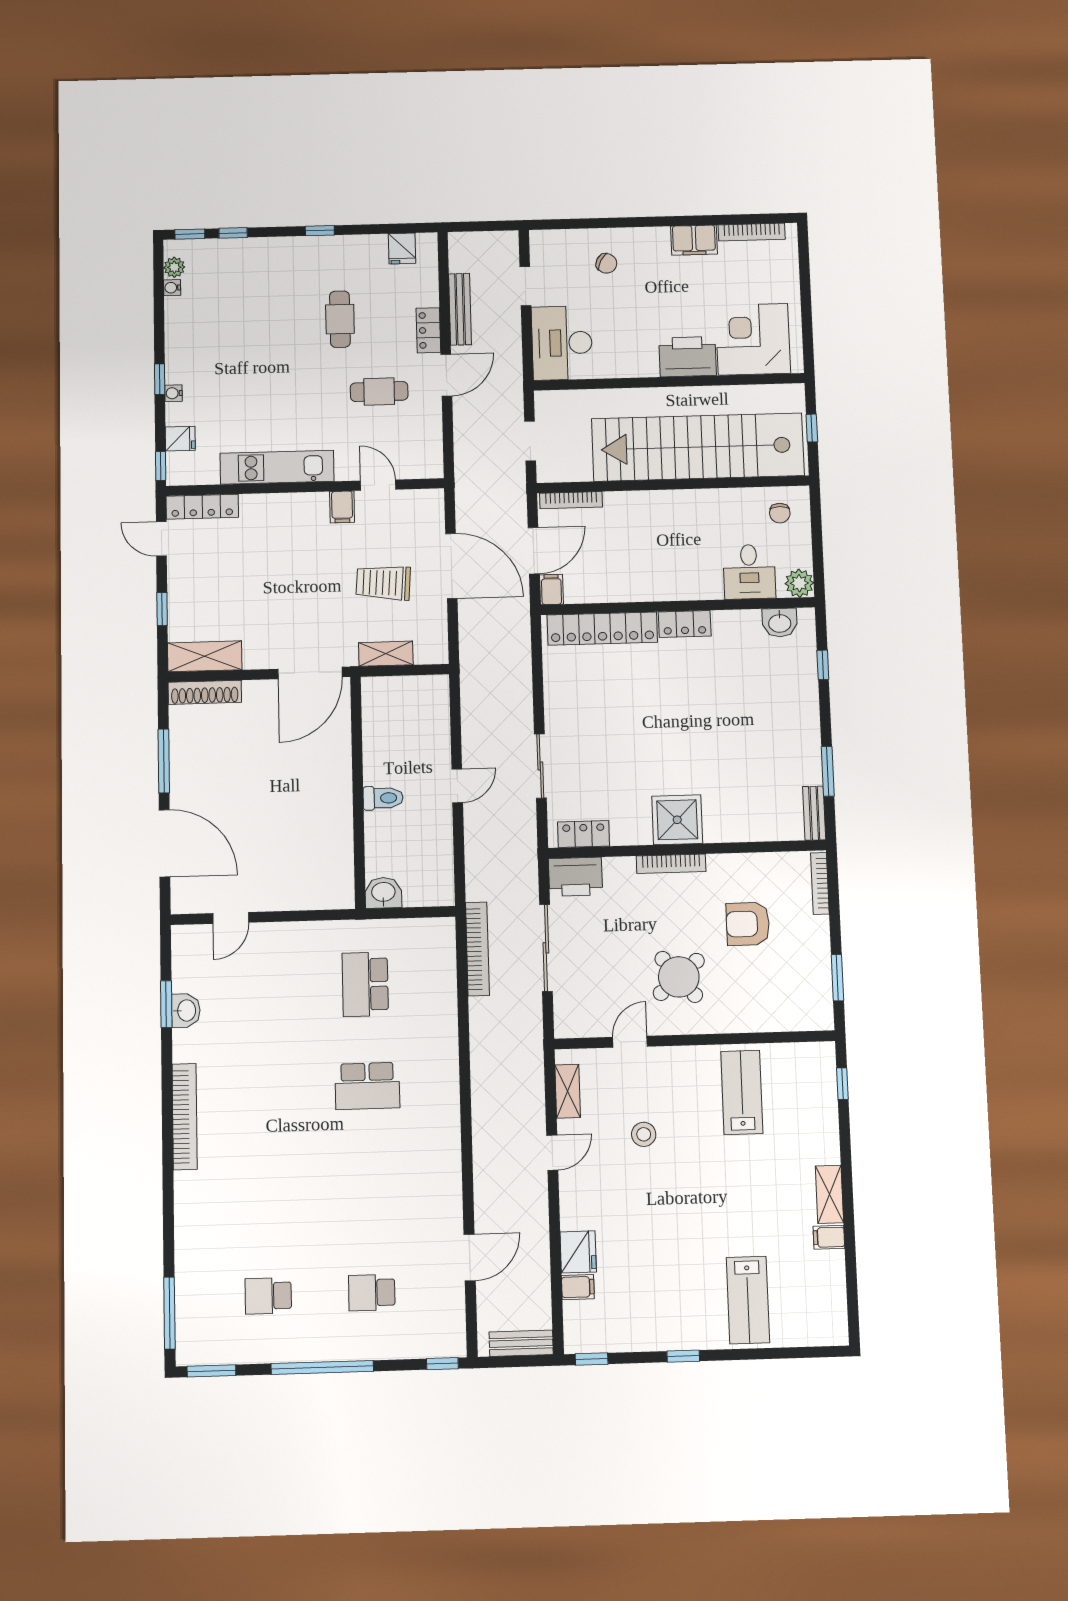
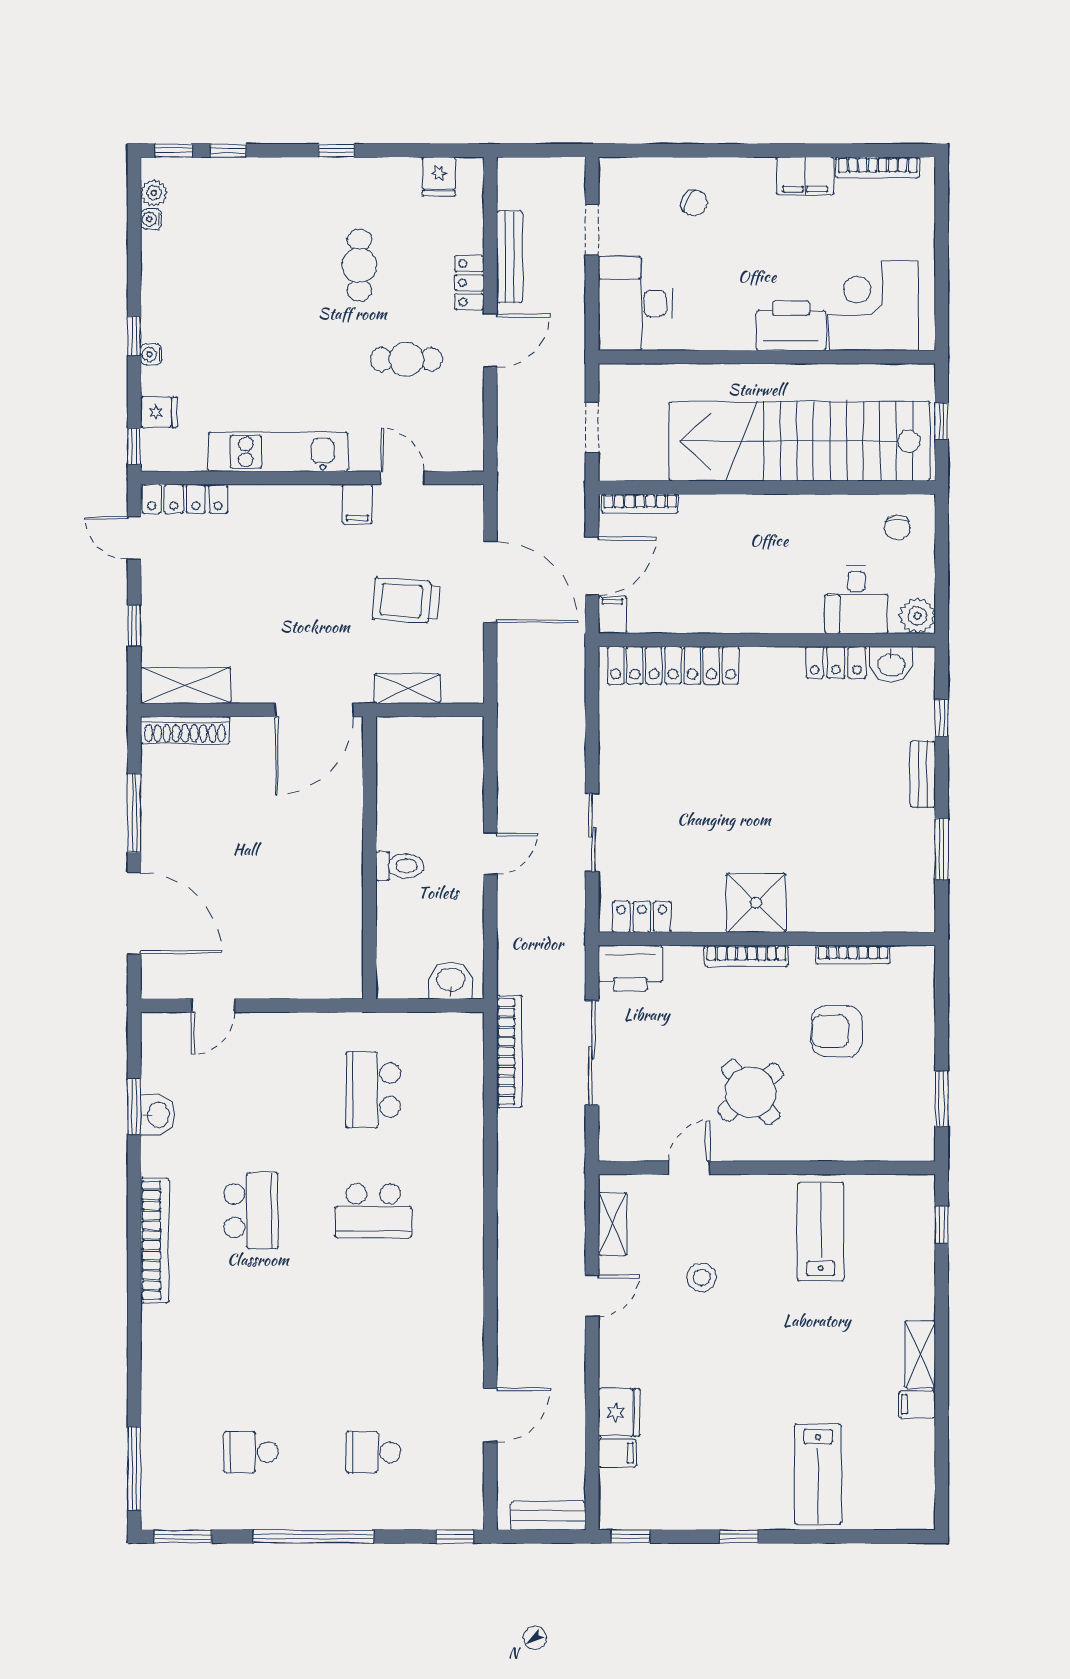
locker: (685, 624) -> (836, 662), moved
bench: (814, 813) -> (923, 774), moved
bookcase: (820, 883) -> (853, 955), moved, turned -90
washbasin: (383, 893) -> (451, 981), moved
school desk: (265, 1089) -> (251, 1211), added

